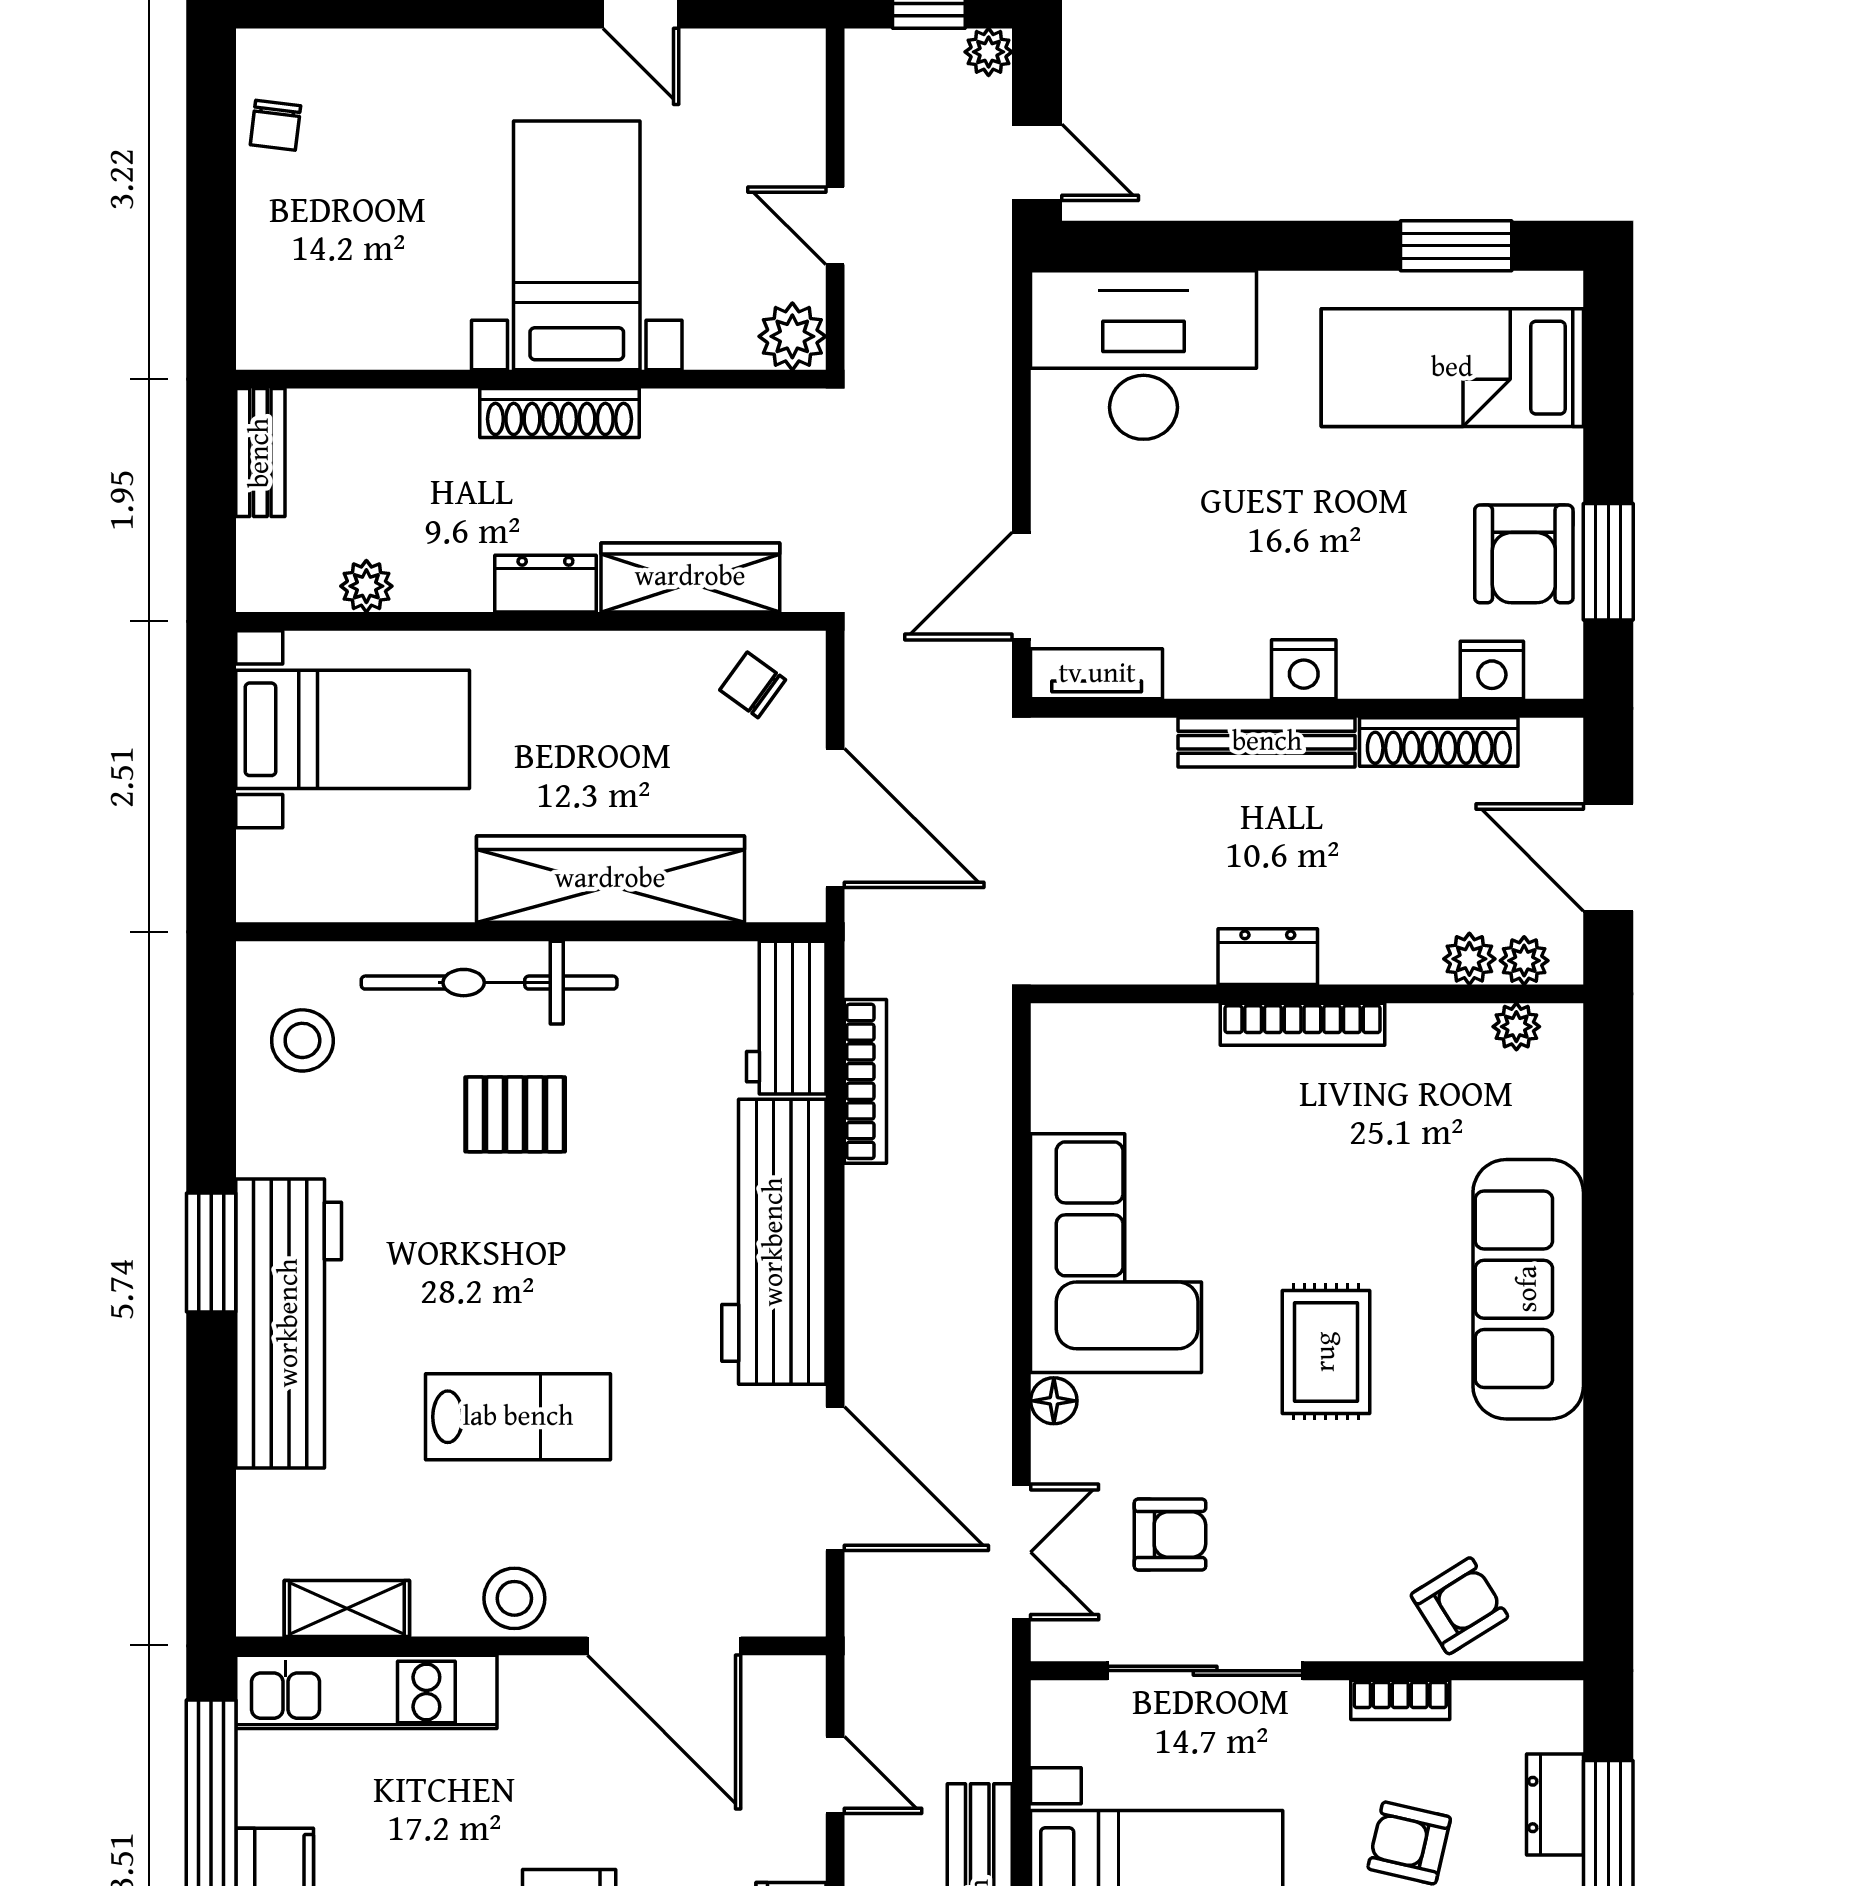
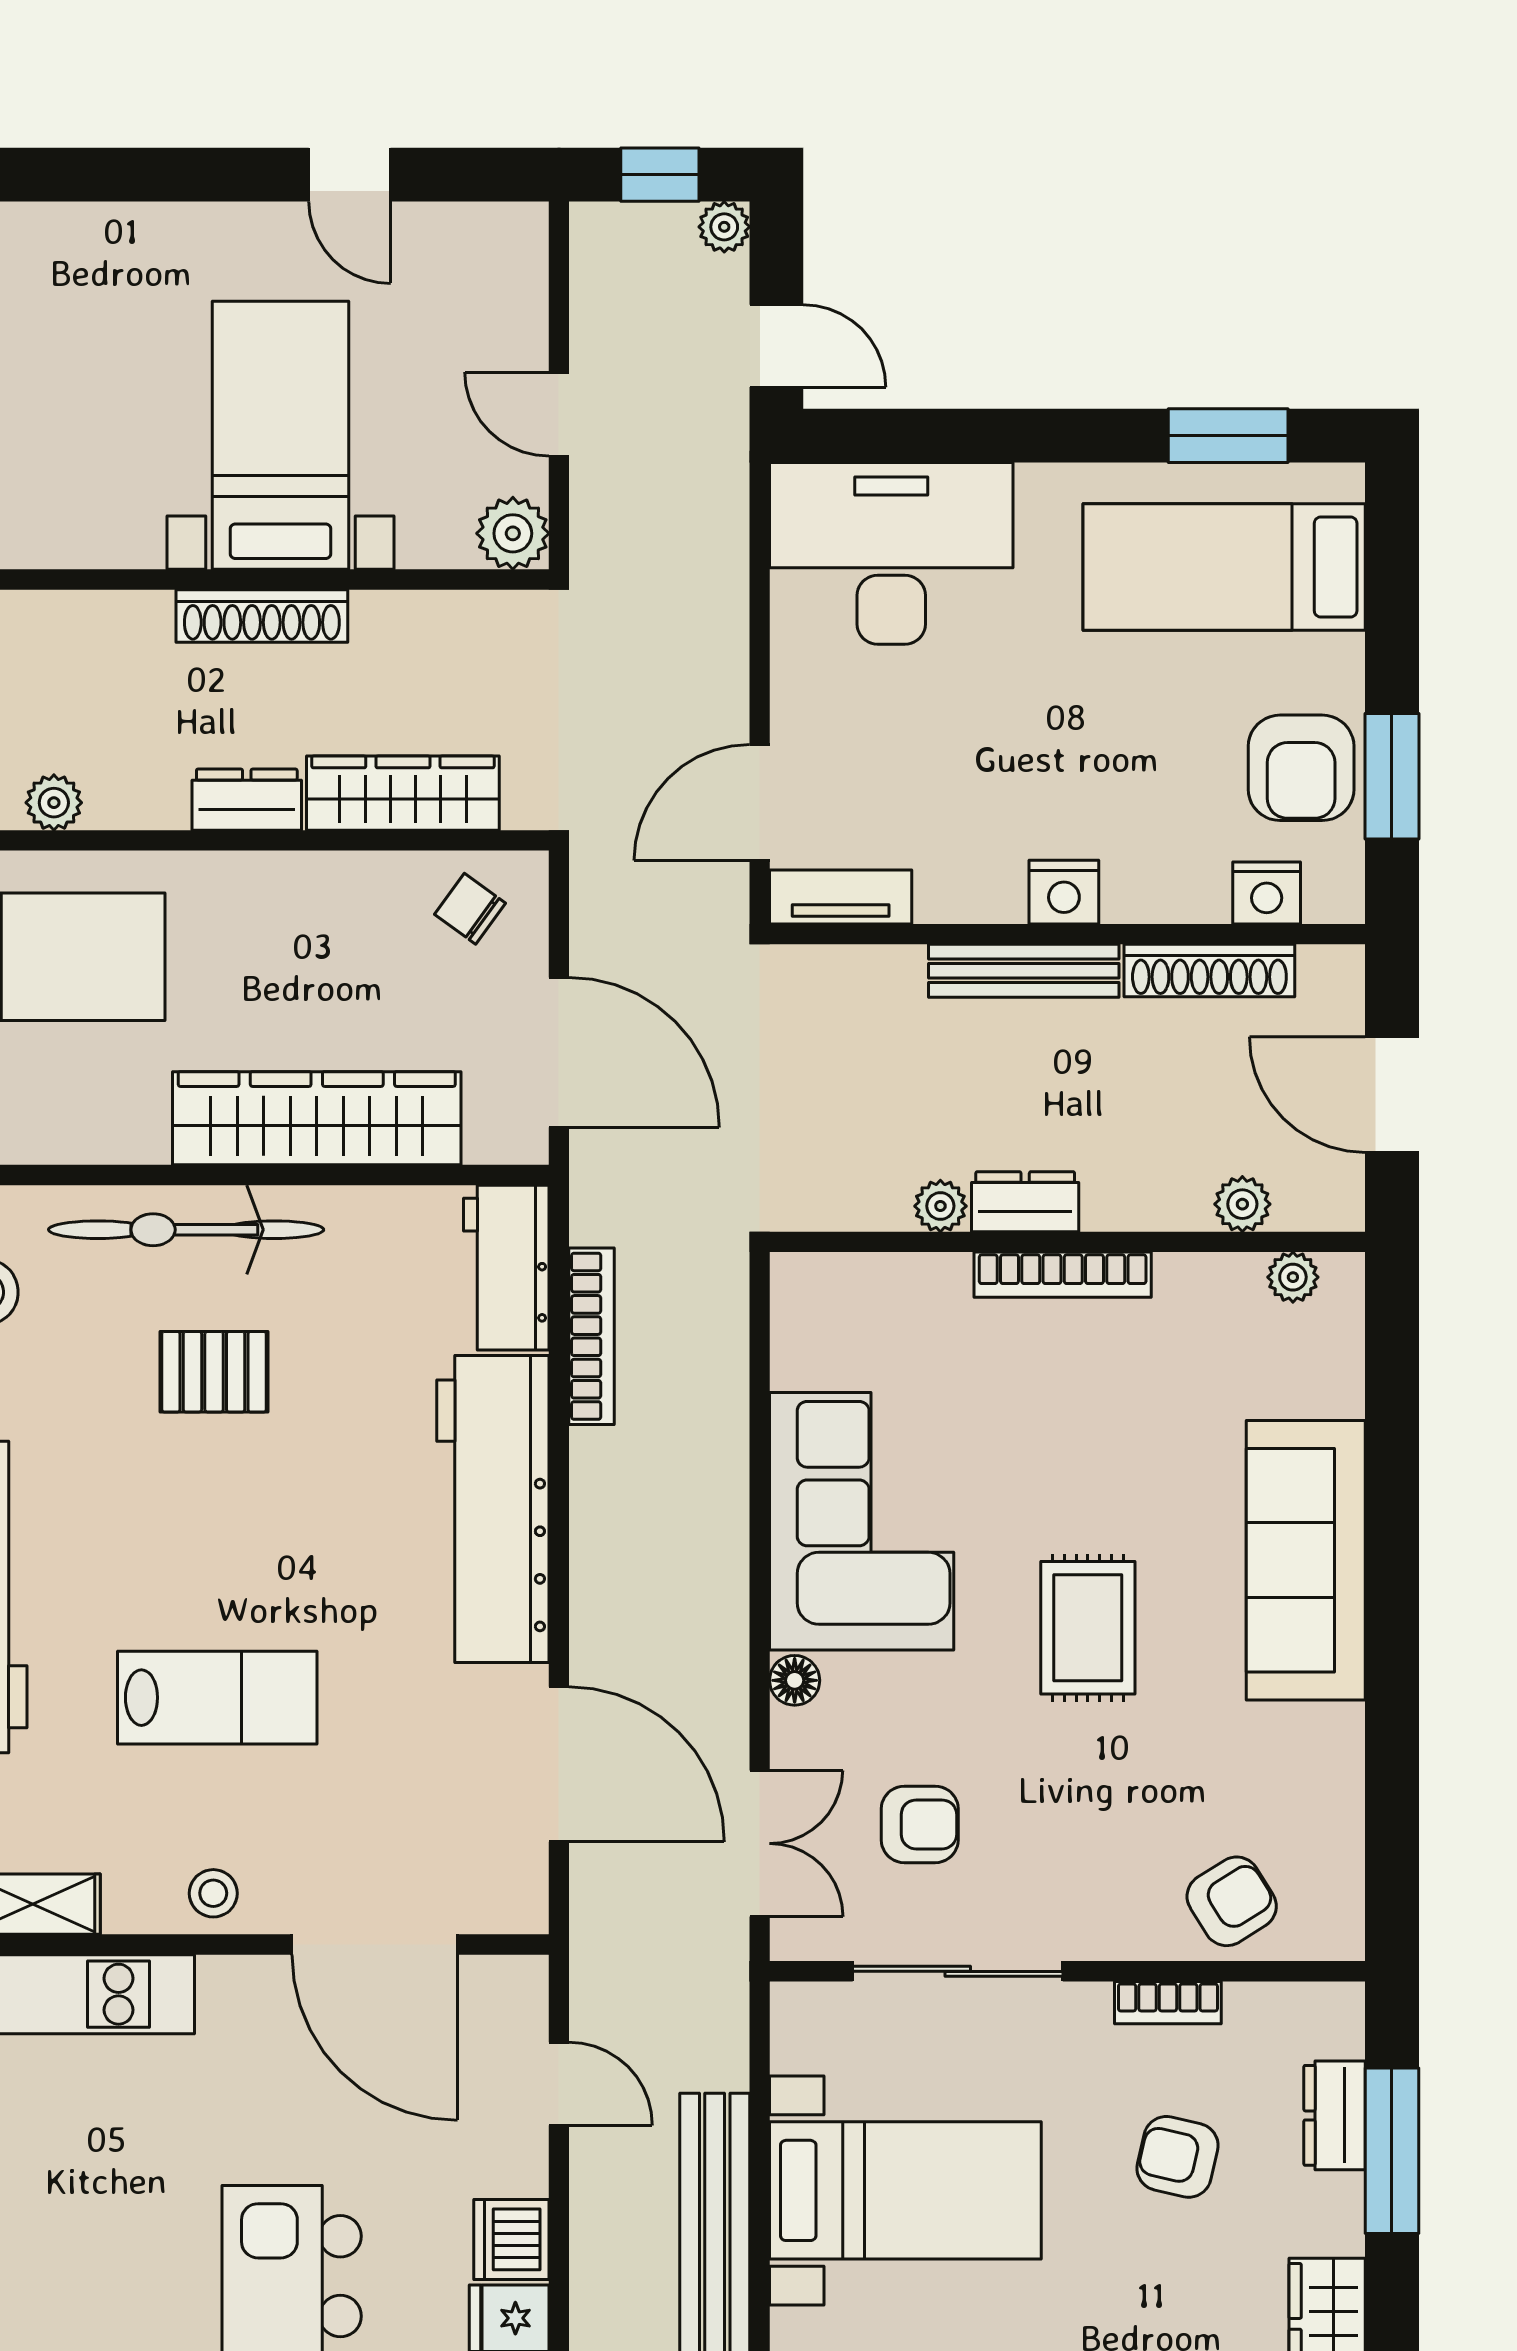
plant: (1524, 961) -> (940, 1206), moved
stool: (514, 1598) -> (213, 1893), width x0.73, depth x0.73

